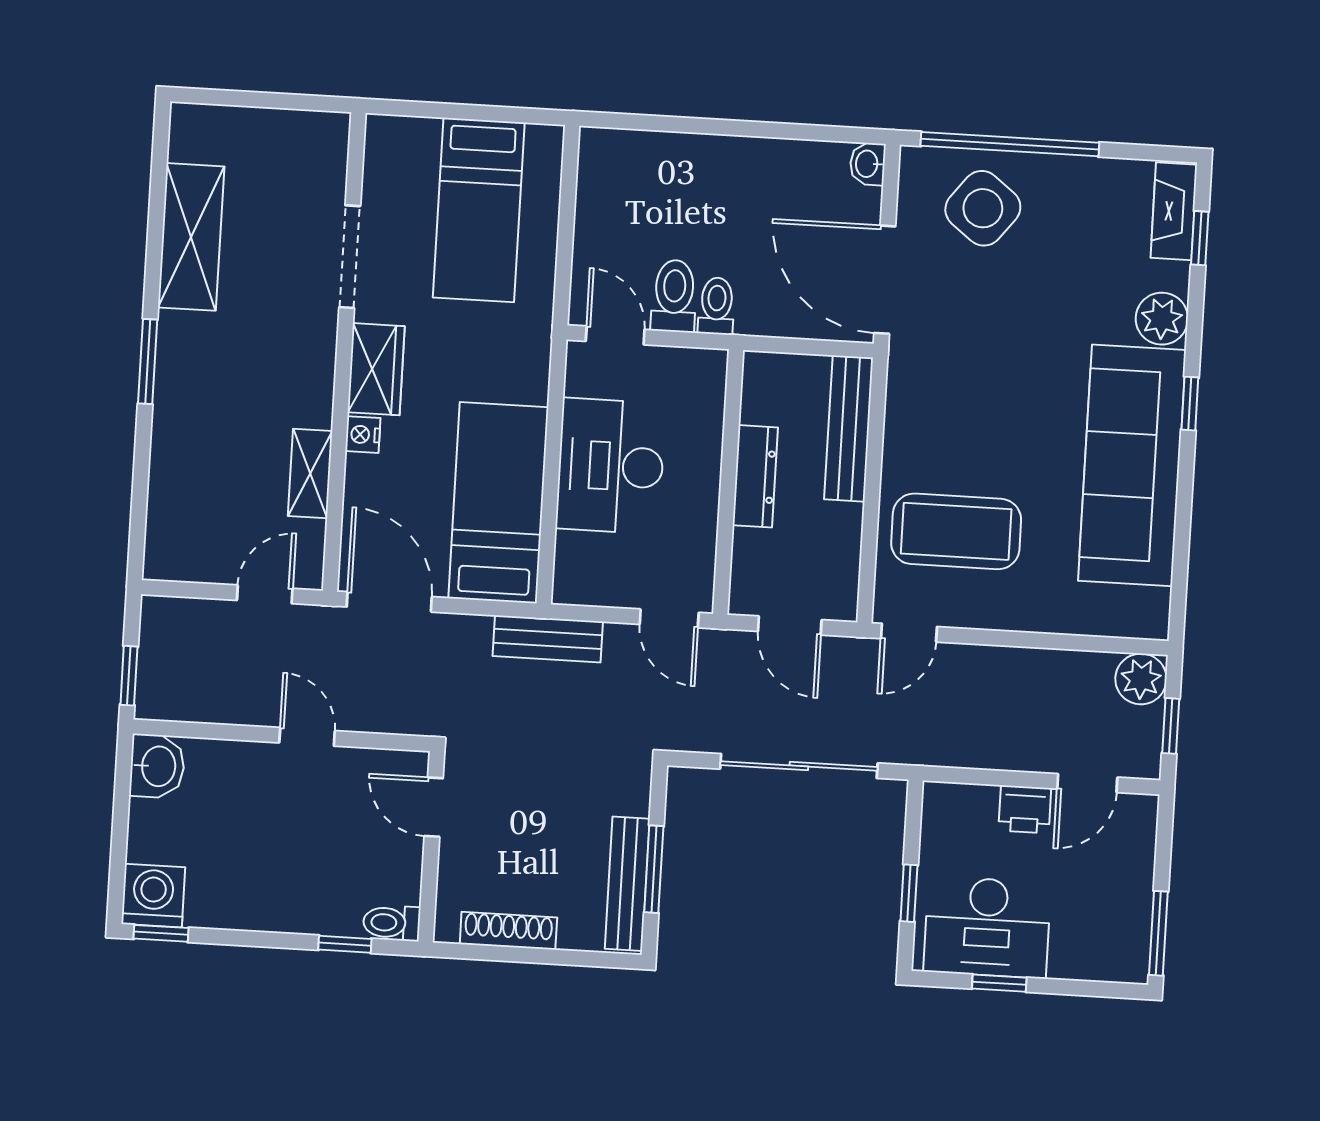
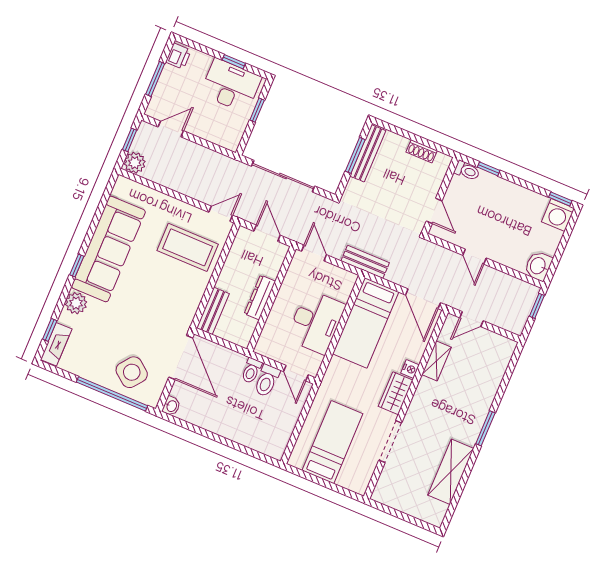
bench: (849, 429) -> (213, 311), width x0.73
printer: (1025, 809) -> (178, 56), moved, turned 90
shoe rack: (508, 931) -> (422, 151), width x0.70
window: (1158, 933) -> (155, 79), moved

